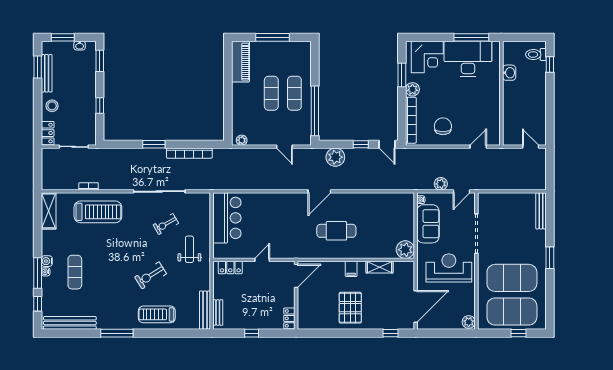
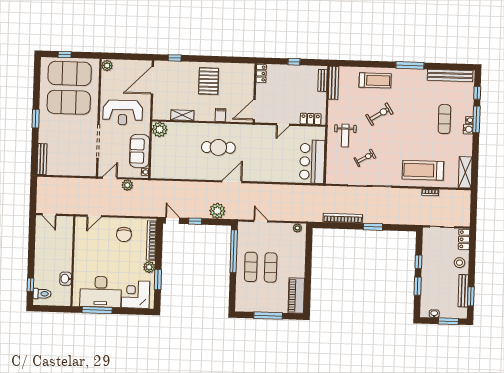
window: (100, 61) -> (418, 286), moved
filing cabinet: (351, 269) -> (220, 115), moved

